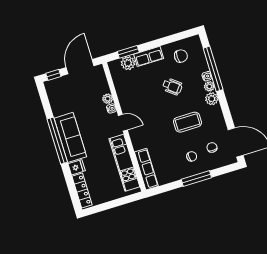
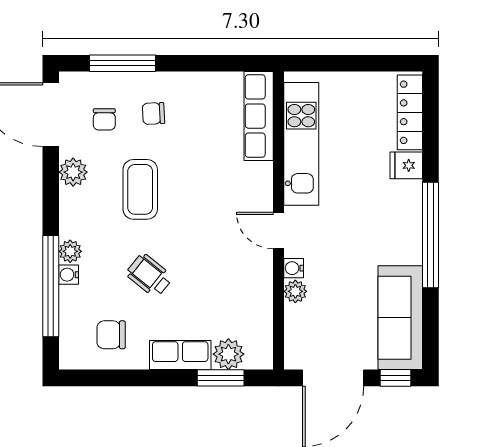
plant: (212, 99) -> (73, 172), moved
coffee table: (187, 122) -> (140, 189), turned 90
sofa: (70, 137) -> (400, 318), moved
window: (196, 178) -> (123, 63), moved

